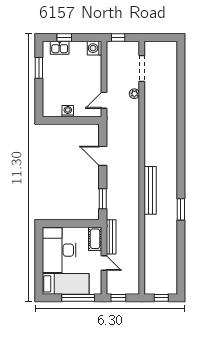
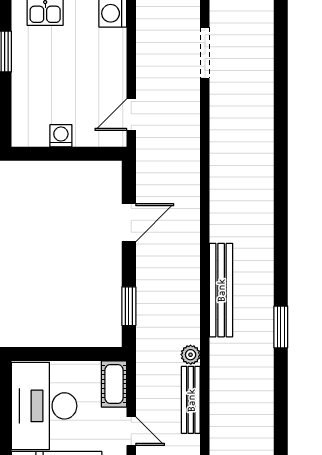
plant: (134, 94) -> (191, 355), moved
door: (103, 156) -> (129, 223), swing flipped
bench: (111, 237) -> (191, 400), moved

